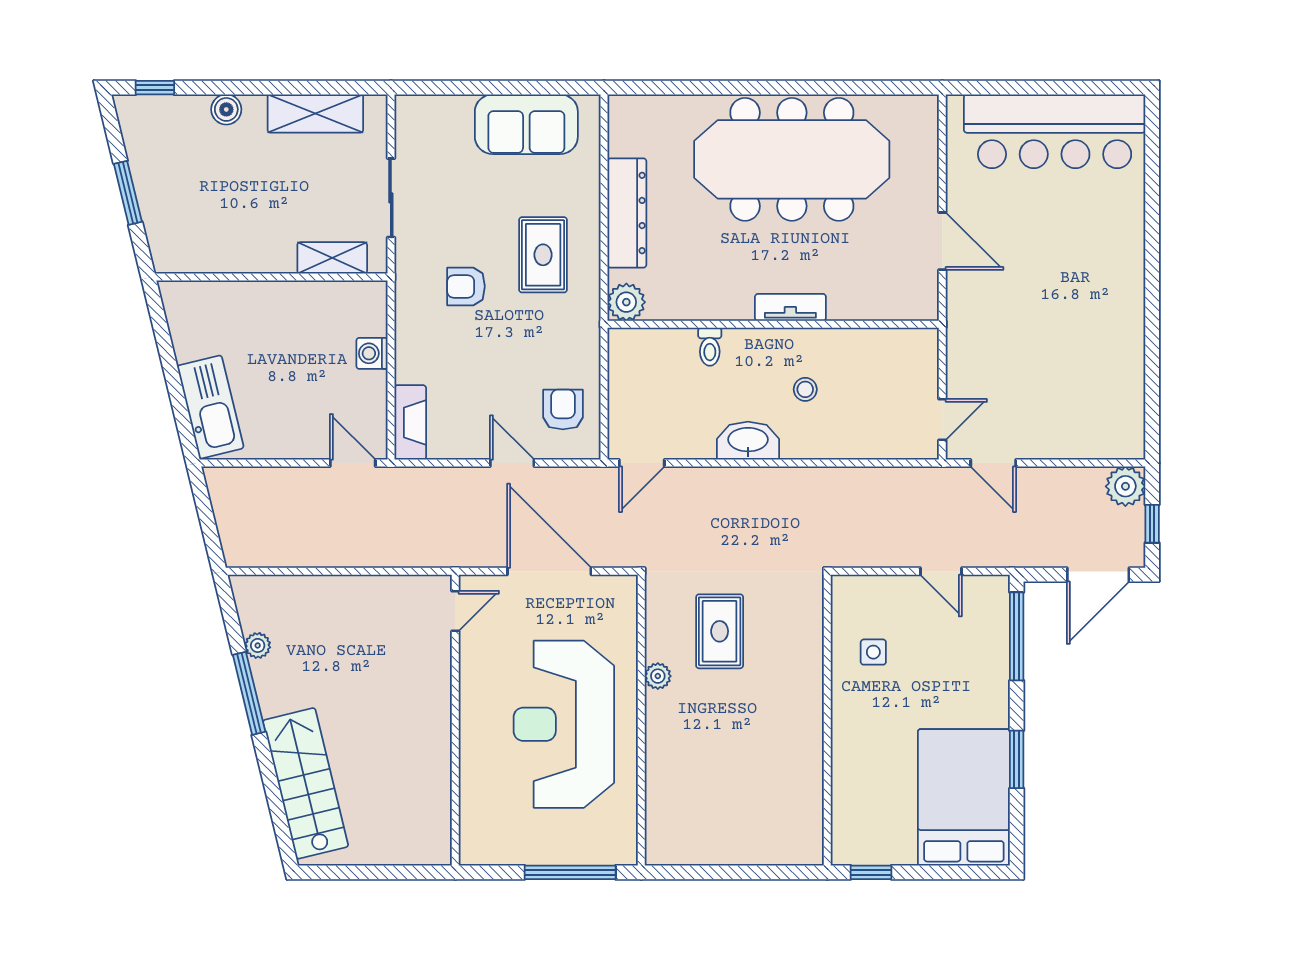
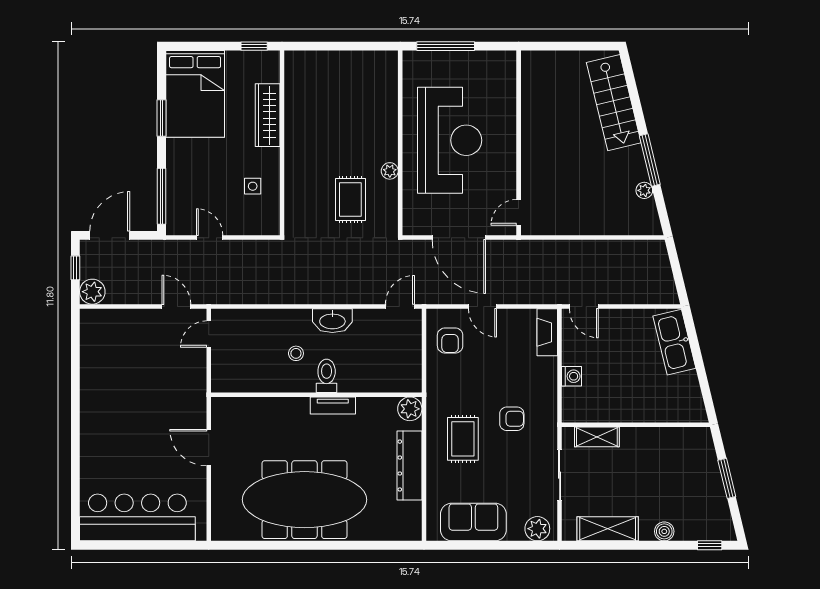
plant: (426, 114) -> (537, 529), added
tv unit: (790, 307) -> (333, 405), moved
toilet: (710, 347) -> (327, 376), moved, width x1.37, depth x1.39
wardrobe: (850, 764) -> (268, 115), added

